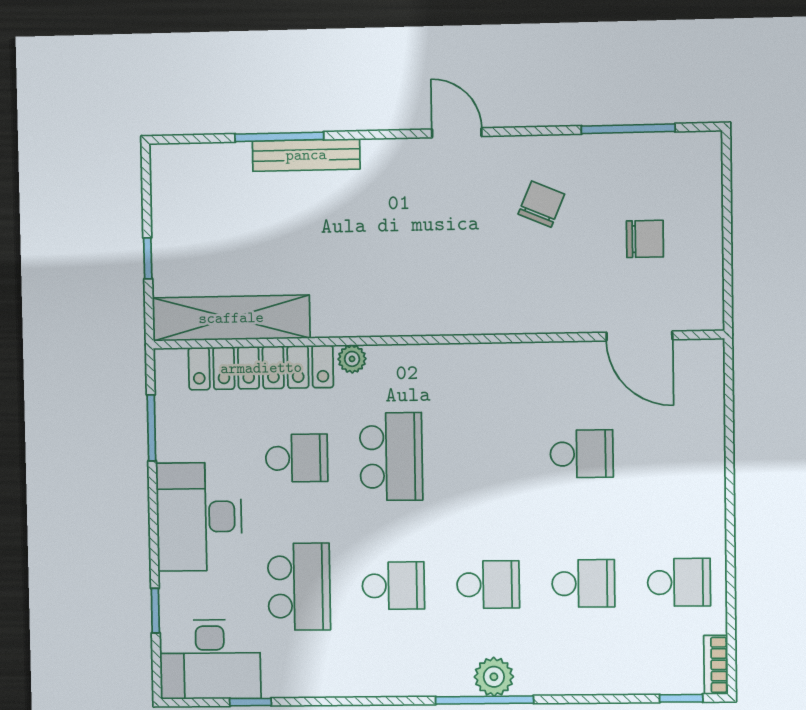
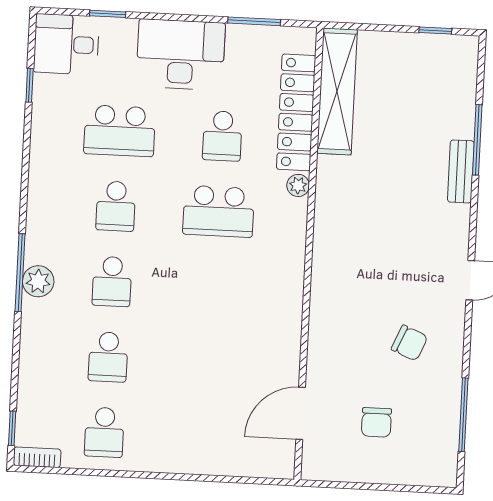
bench: (306, 155) -> (461, 171), width x0.73
window: (148, 258) -> (435, 30), moved
school desk: (582, 454) -> (211, 362), removed
desk: (210, 659) -> (66, 44), width x0.73

